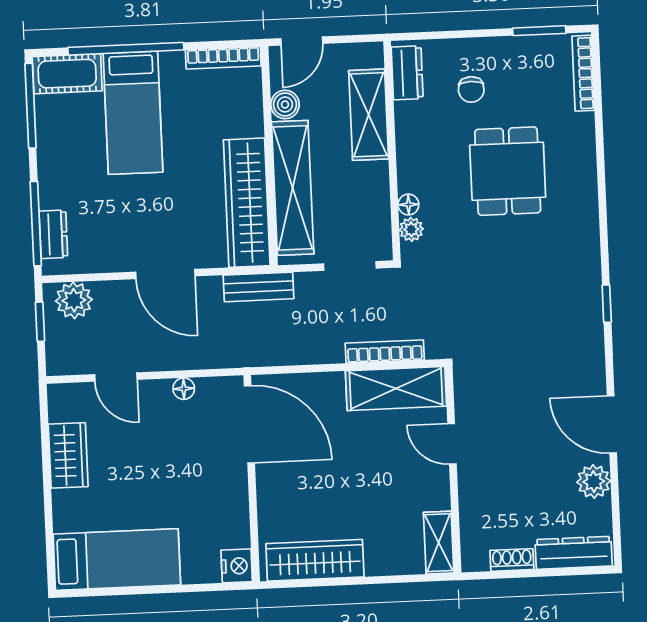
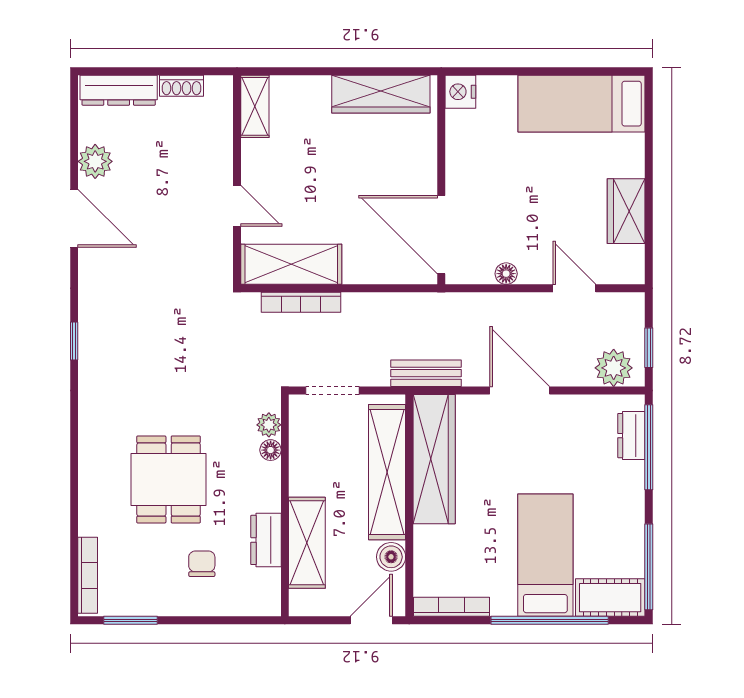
dresser: (407, 73) -> (266, 540), moved

